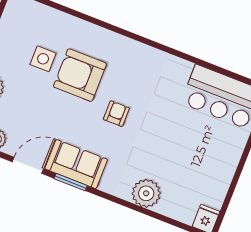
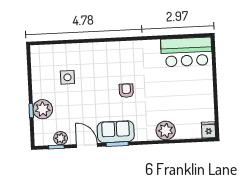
armchair: (80, 75) -> (94, 77), removed
door: (28, 165) -> (87, 145), hinge flipped

